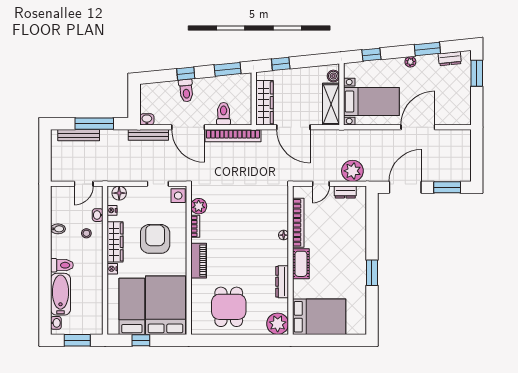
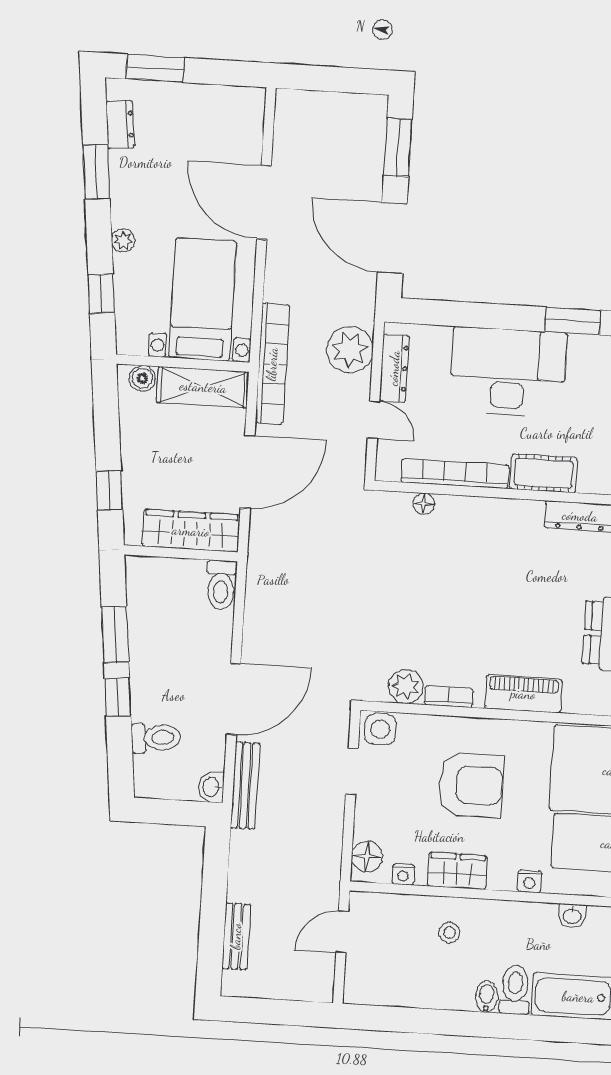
plant: (410, 62) -> (123, 240), moved
window: (228, 69) -> (115, 635), moved
toilet: (186, 91) -> (156, 738), moved
toilet: (224, 114) -> (221, 585), moved, turned -90
window: (94, 124) -> (214, 901), removed
bench: (79, 135) -> (236, 936), width x0.73
bookcase: (233, 136) -> (272, 364), moved
door: (84, 184) -> (342, 932), swing flipped
dresser: (345, 192) -> (394, 368), width x1.44
washbasin: (98, 215) -> (572, 916), moved
bidet: (58, 229) -> (487, 997), moved
floor lamp: (284, 235) -> (424, 504), moved
armchair: (155, 239) -> (471, 785), turned 180
wardrobe: (115, 242) -> (457, 871), width x0.67
desk: (347, 244) -> (508, 372), added

